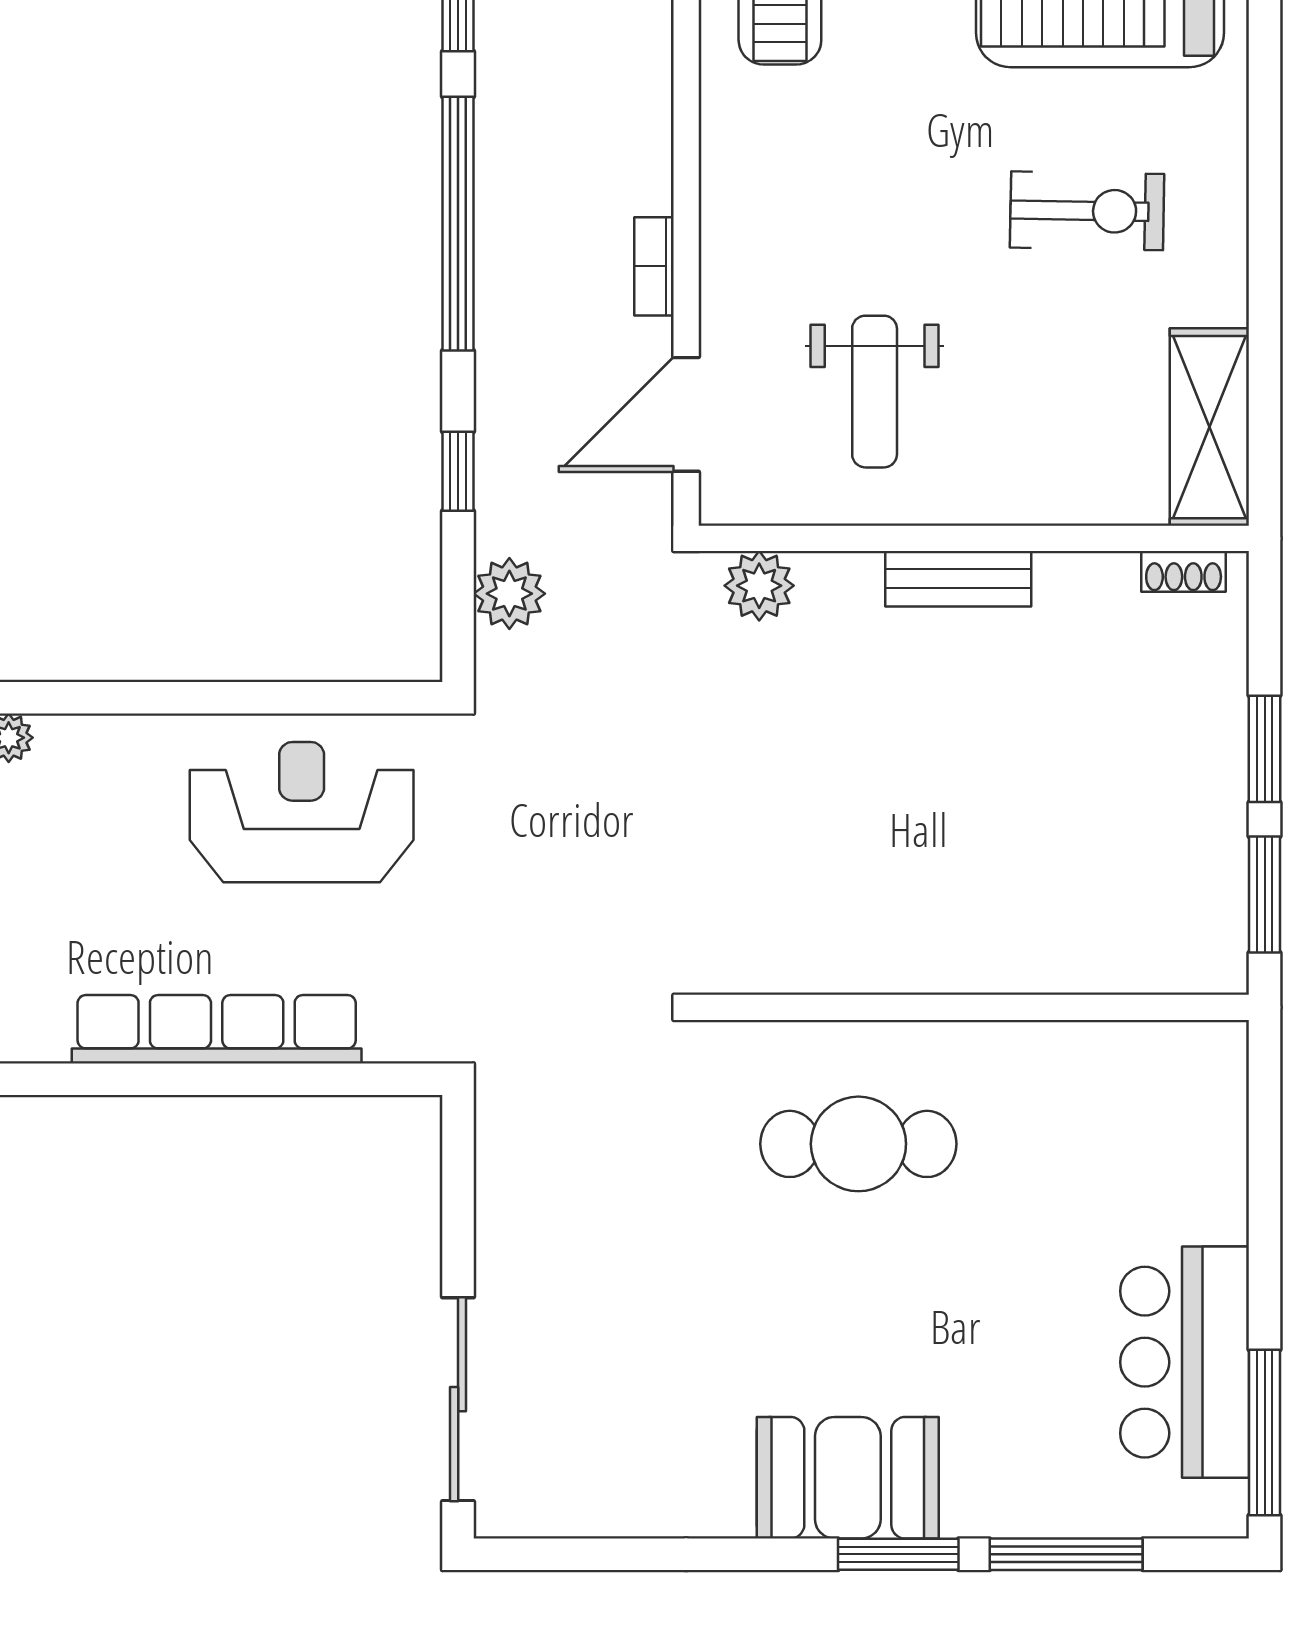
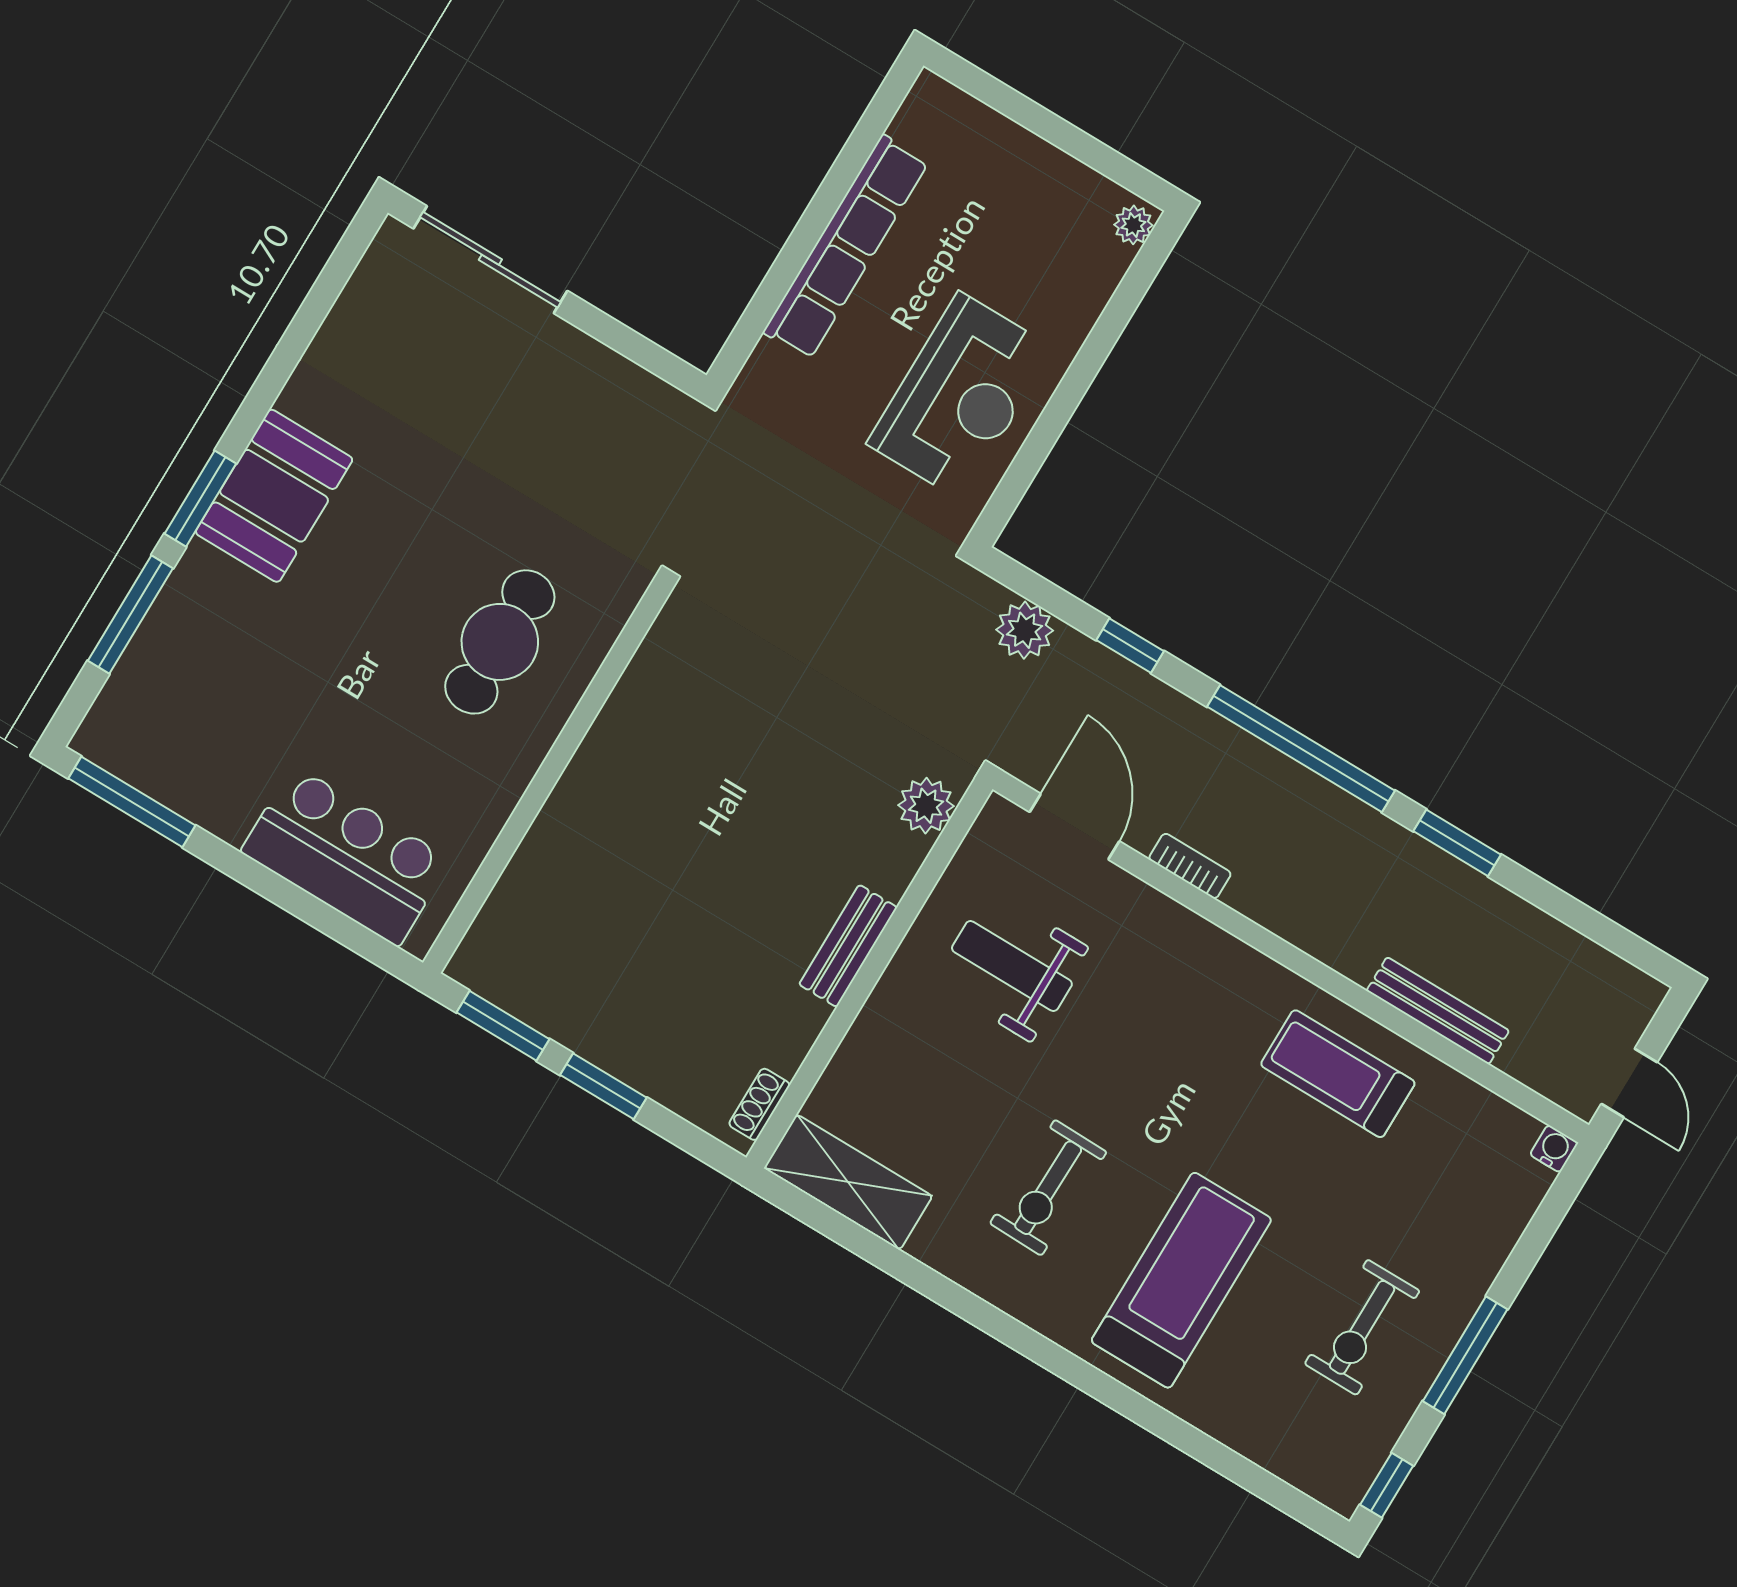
bar counter: (1185, 1362) -> (346, 856), moved

